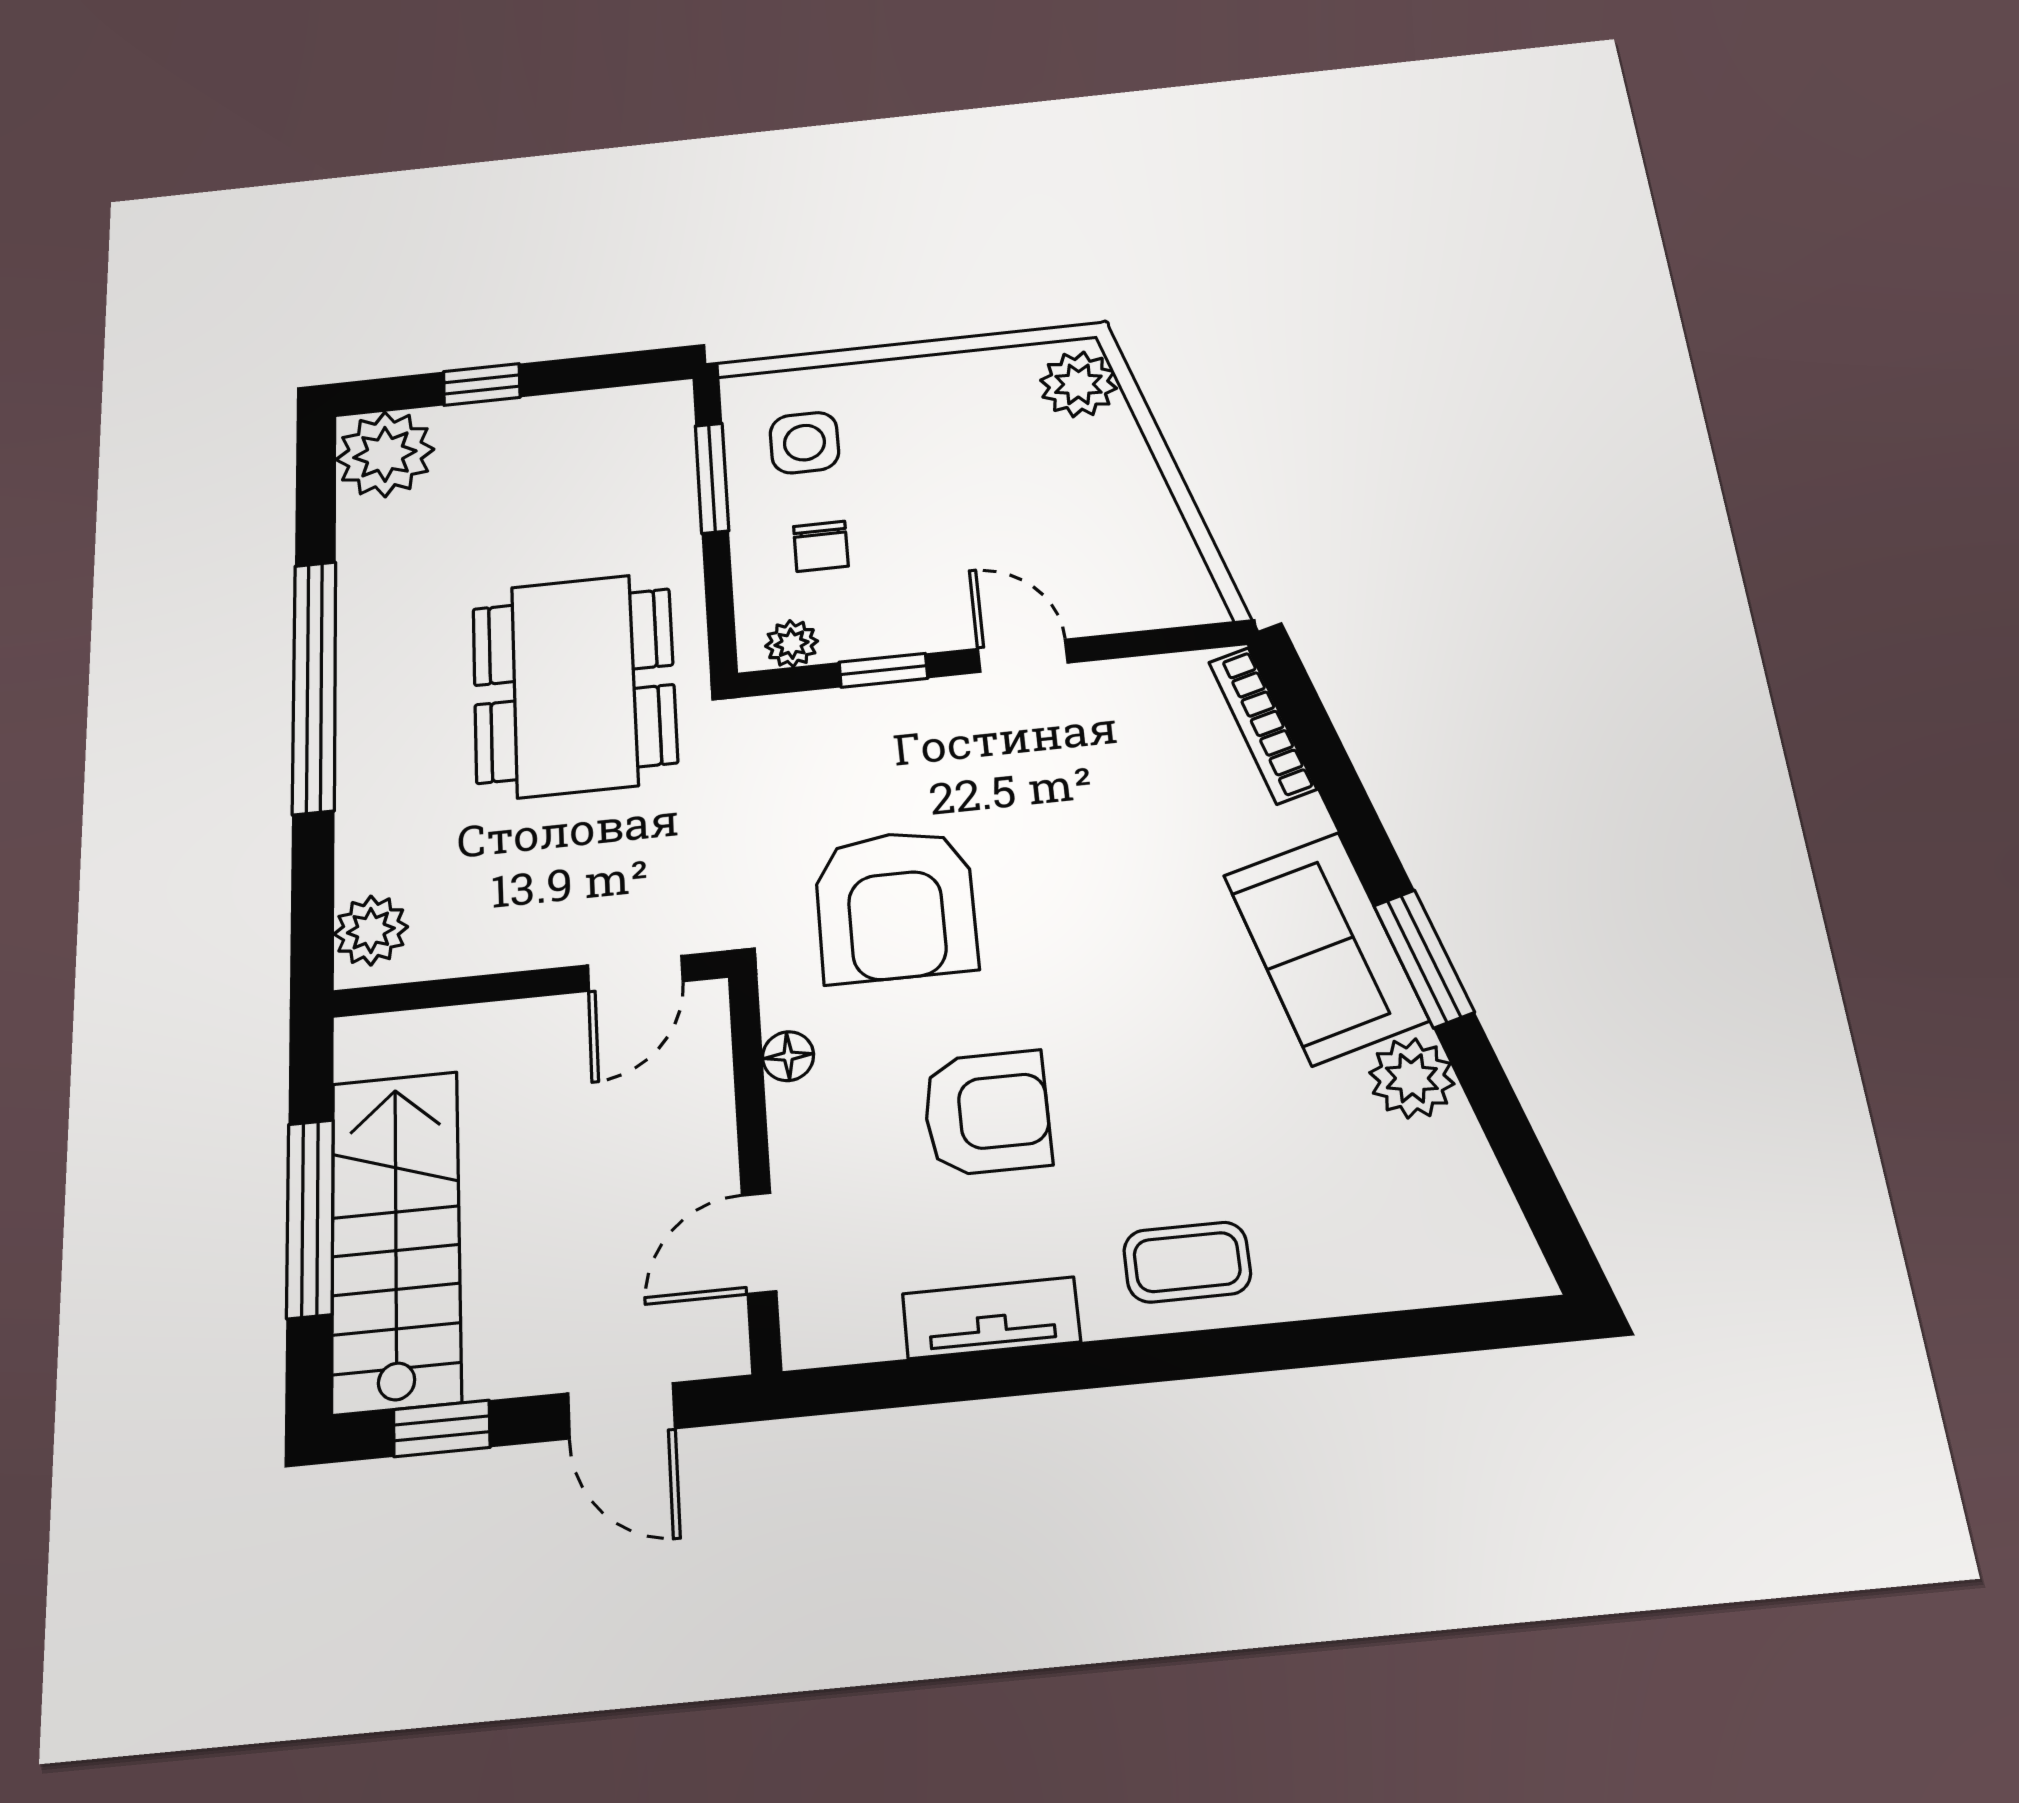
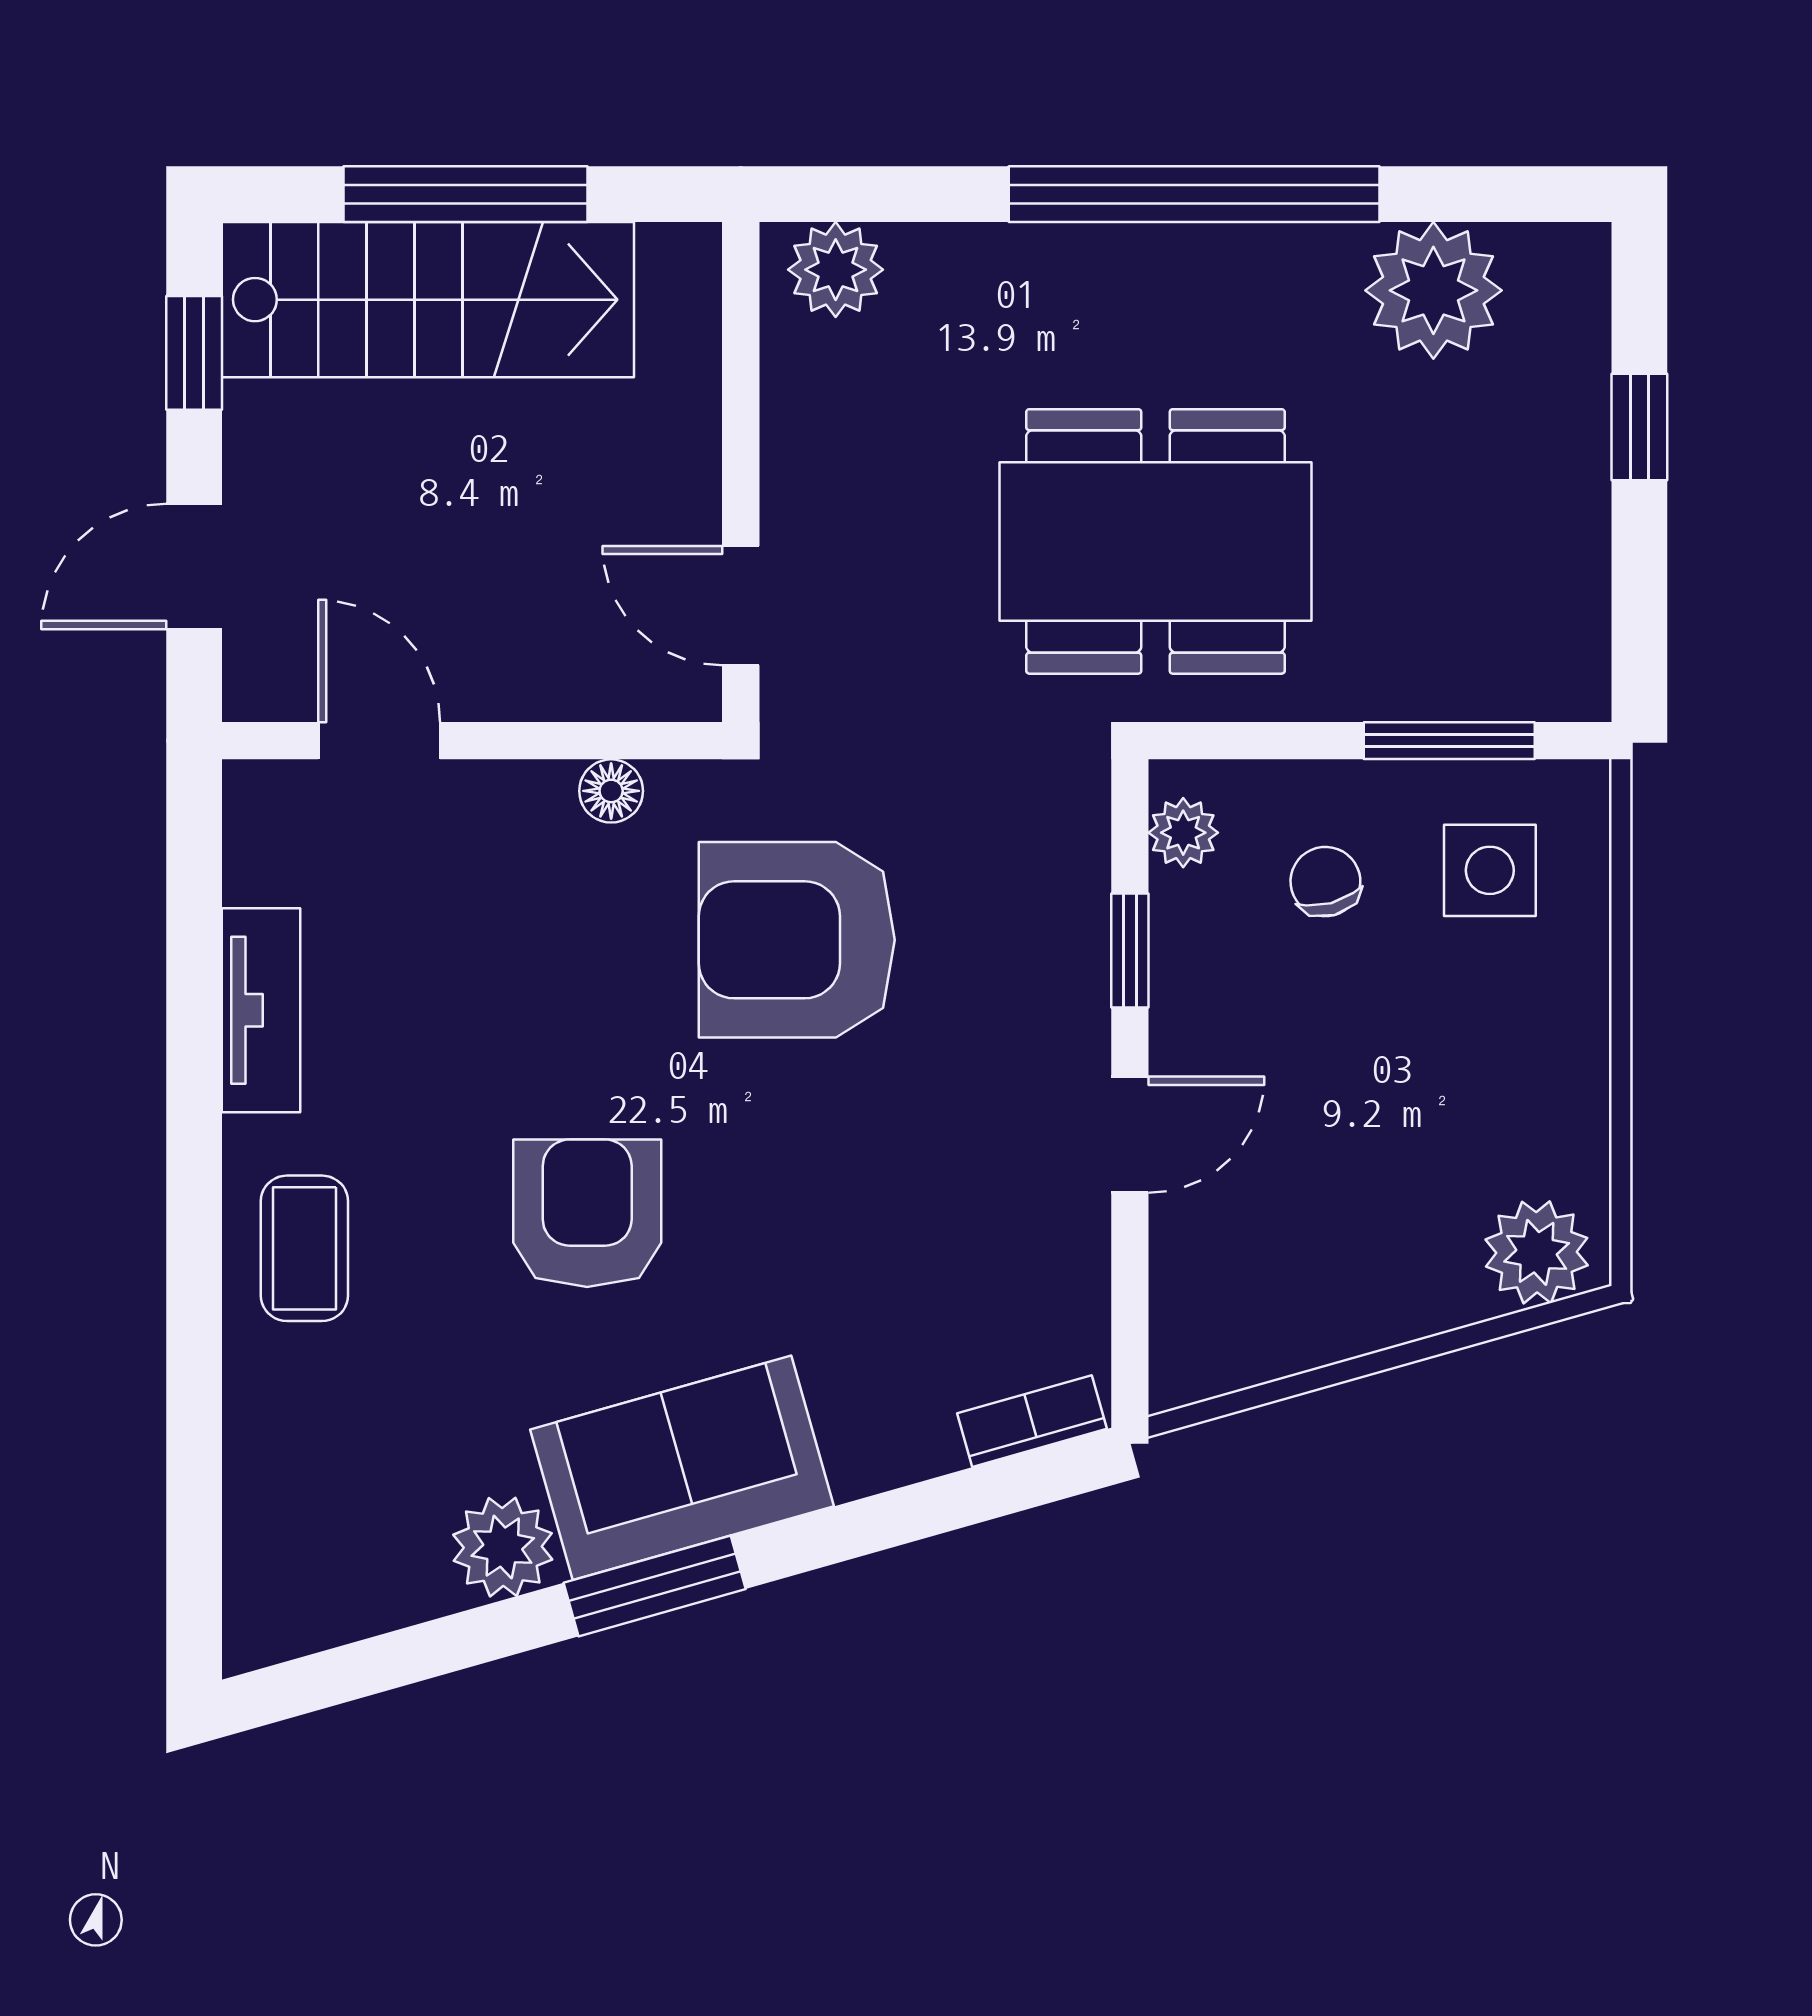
plant: (385, 454) -> (1433, 290), moved
chair: (821, 546) -> (1325, 882), turned 75
bookcase: (1262, 725) -> (1032, 1421), width x0.64
armchair: (987, 1113) -> (587, 1213), moved, turned 180

